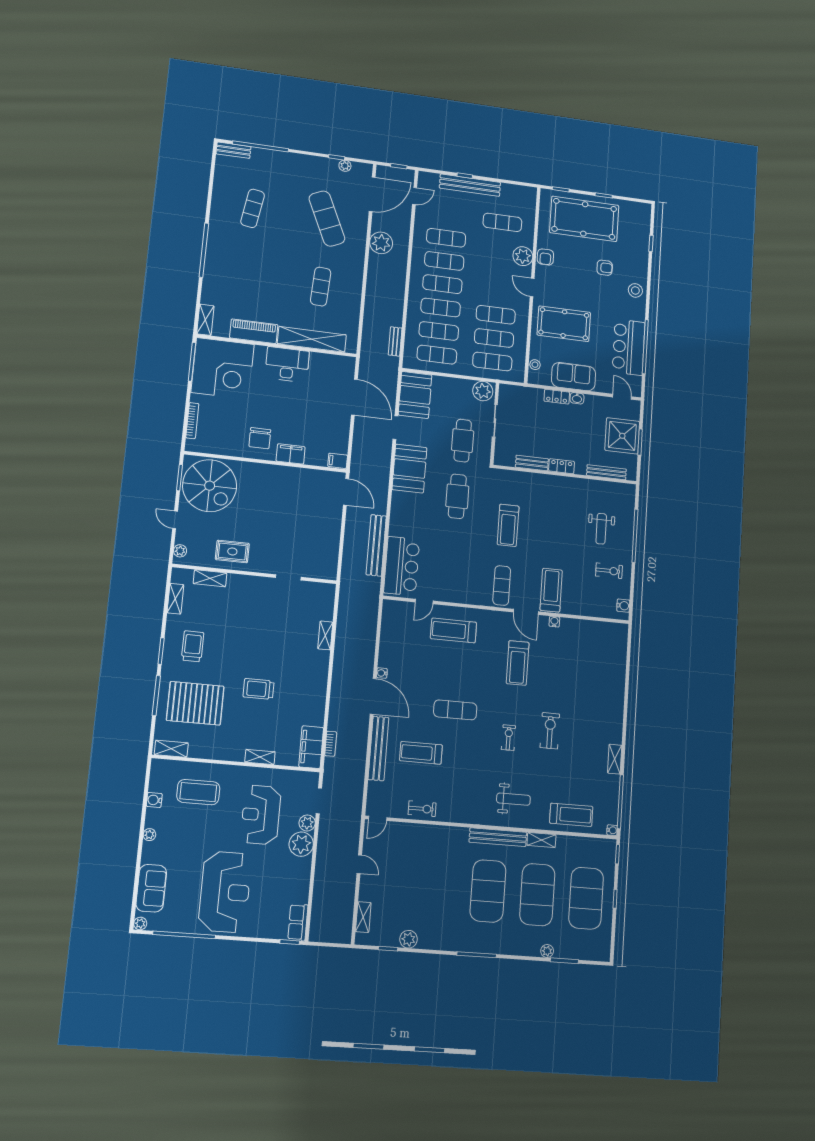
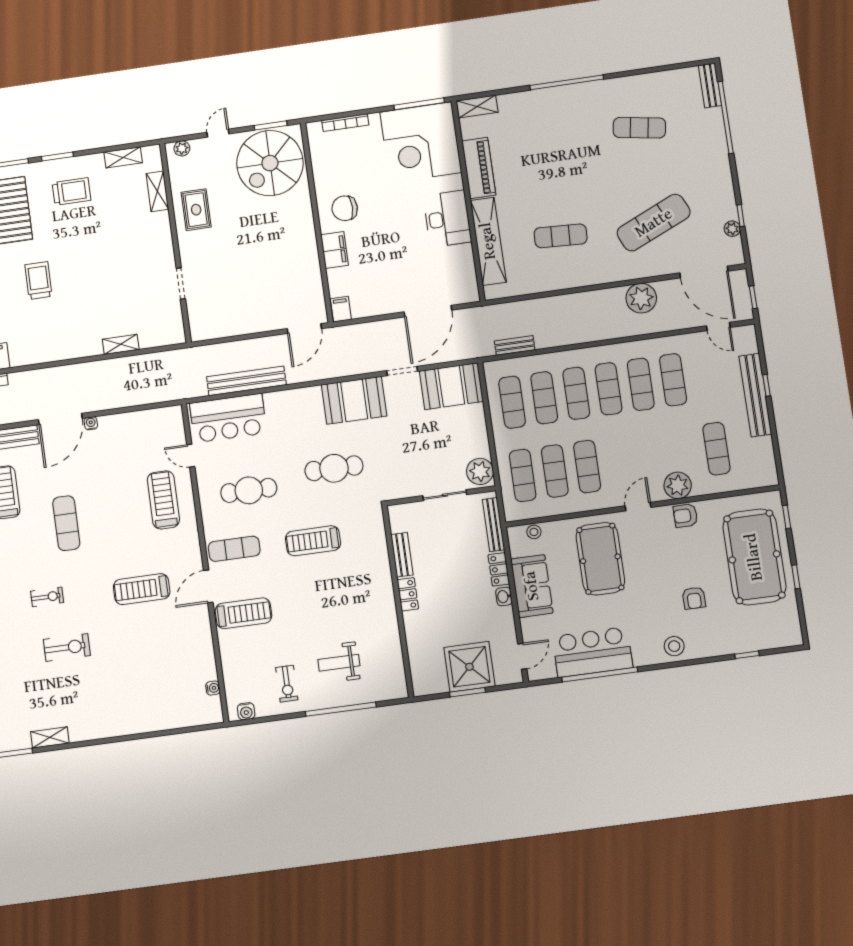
cafe table: (463, 441) -> (249, 490), moved
bench: (606, 472) -> (493, 525), moved
water cooler: (554, 622) -> (213, 688), moved

